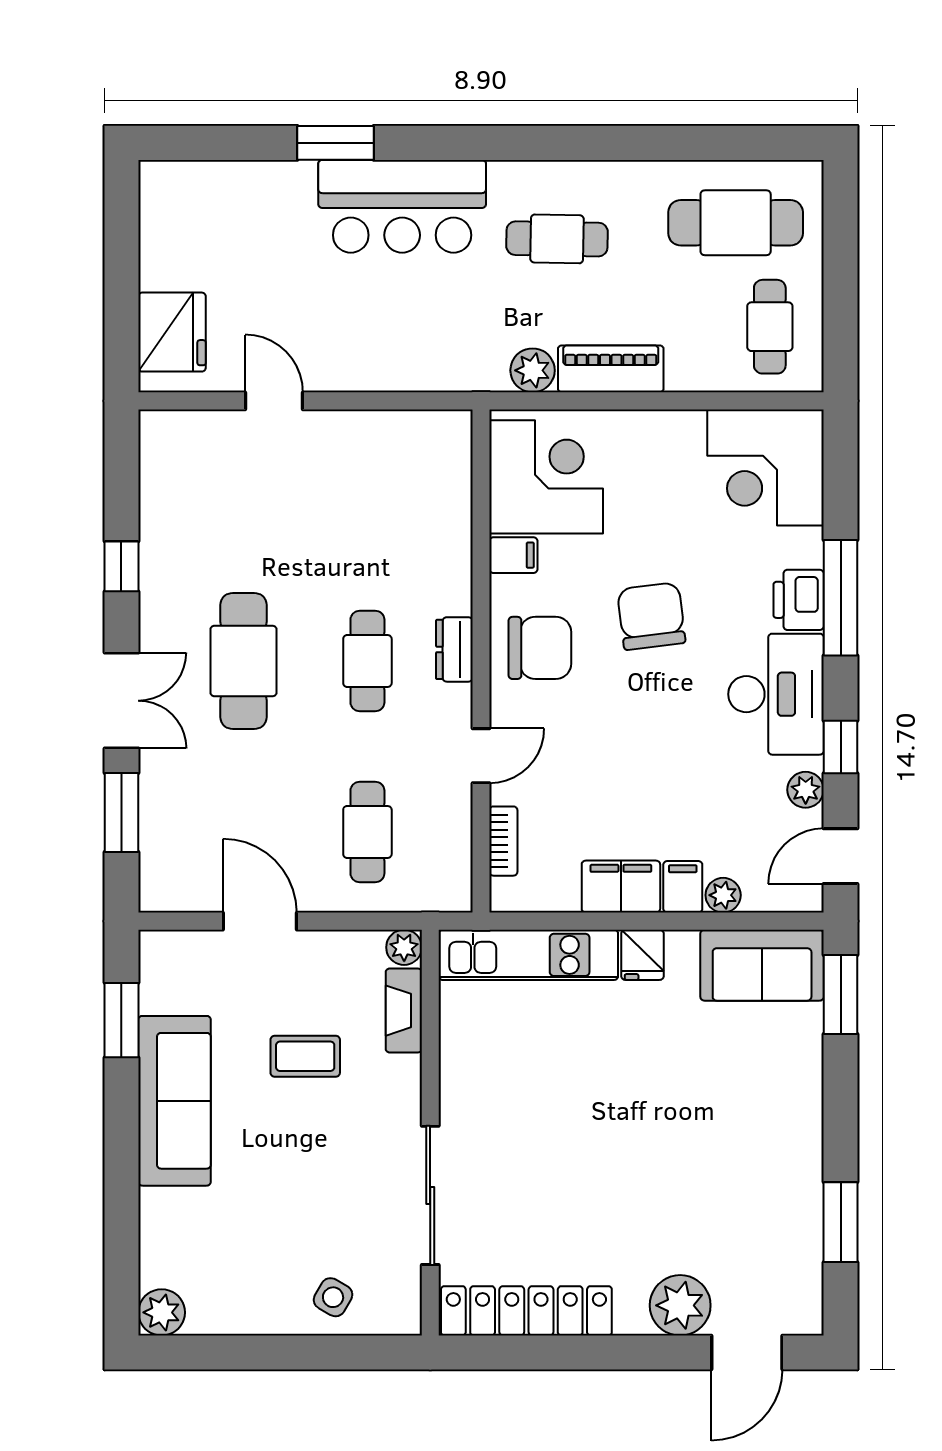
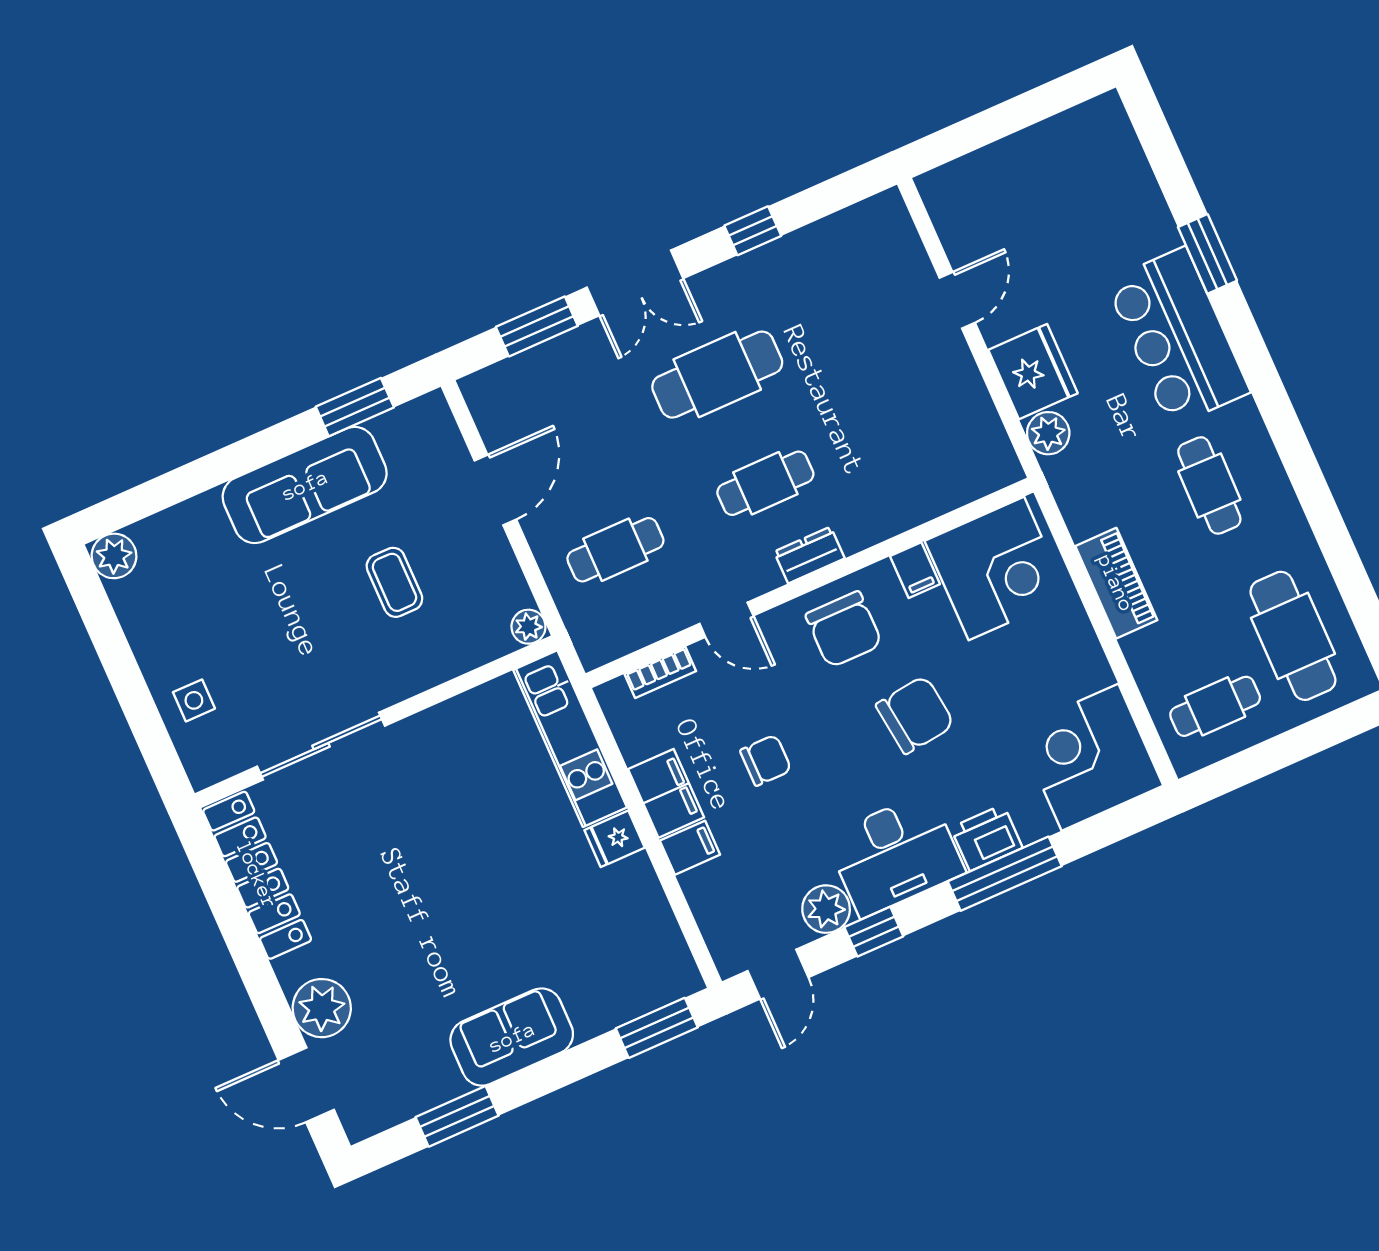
fridge: (172, 332) -> (1033, 372), moved, turned -90
plant: (533, 370) -> (1048, 433), moved
chair: (632, 778) -> (766, 760), added
plant: (806, 790) -> (826, 909), width x1.38, depth x1.38
door: (841, 856) -> (778, 974), swing flipped
plant: (723, 895) -> (698, 886), removed
sofa: (762, 965) -> (512, 1037), moved, turned 90
fireplace: (404, 1011) -> (473, 651), removed
side table: (333, 1297) -> (194, 700), turned -30

